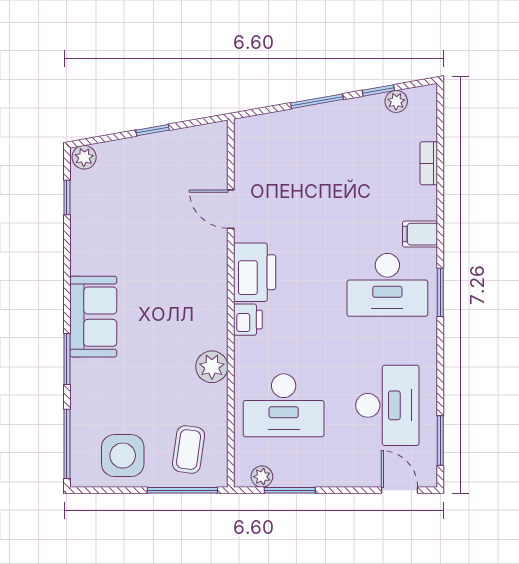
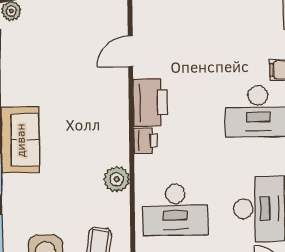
door: (231, 209) -> (130, 51), hinge flipped

